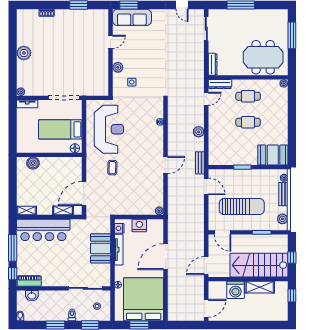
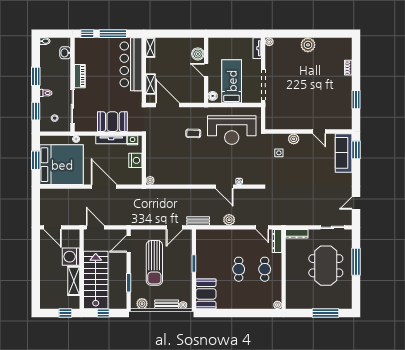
meeting table: (263, 57) -> (326, 266), moved
door: (49, 155) -> (206, 70), added
door: (166, 165) -> (224, 187), moved
piano: (29, 281) -> (80, 76), moved

